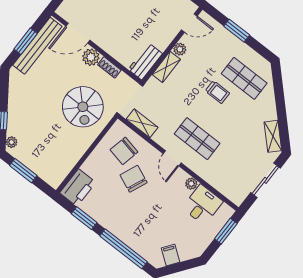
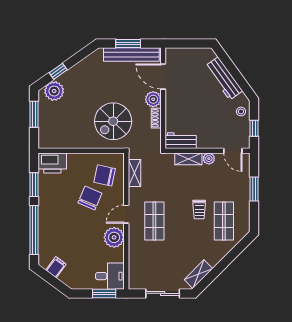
plant: (12, 142) -> (54, 91), width x1.87, depth x1.87
plant: (191, 184) -> (114, 237), width x1.88, depth x1.88
desk: (202, 205) -> (110, 276), moved

